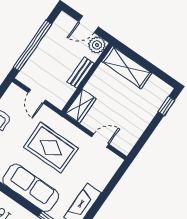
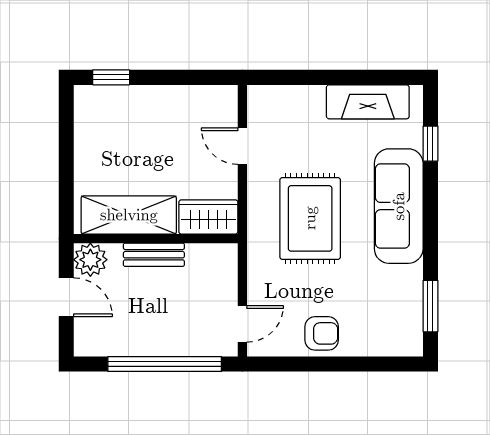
shelving: (127, 67) -> (129, 215), moved, turned 90
door: (37, 96) -> (242, 324), moved

